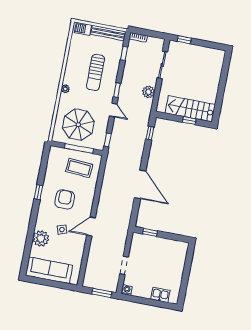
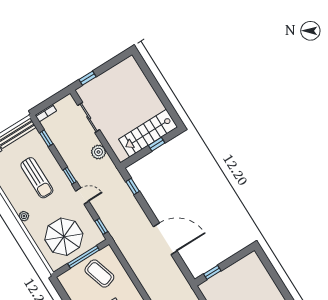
coffee table: (79, 168) -> (99, 274), turned 69

